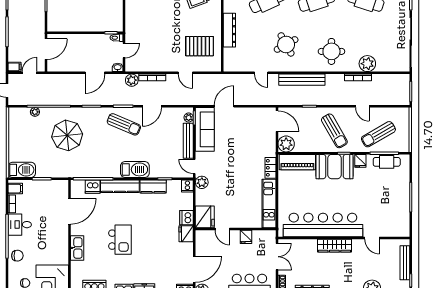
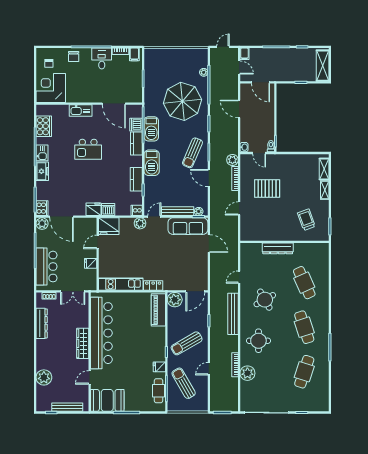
pallet: (200, 46) -> (267, 188), moved, turned 90
door: (95, 73) -> (239, 109), moved
parasol: (67, 135) -> (182, 101), width x1.36, depth x1.36
booth: (335, 167) -> (107, 400), moved, turned 90
barbecue: (22, 170) -> (151, 129), moved
kitchen counter: (120, 186) -> (136, 143), width x0.67

